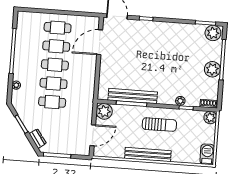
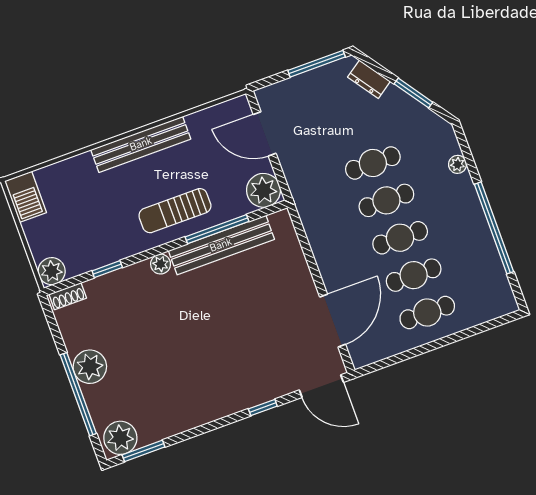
plant: (180, 101) -> (161, 264), moved
sun lounger: (159, 125) -> (175, 211), moved
door: (93, 135) -> (265, 134), hinge flipped

